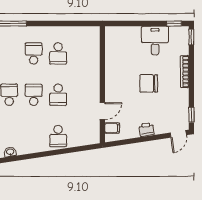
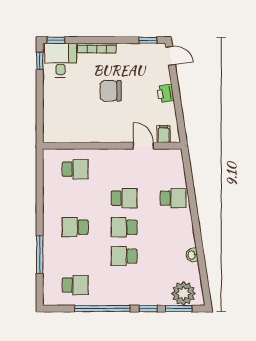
desk: (155, 40) -> (61, 60), moved, turned 90
school desk: (58, 53) -> (75, 169), moved
chair: (149, 83) -> (111, 91), turned 90

